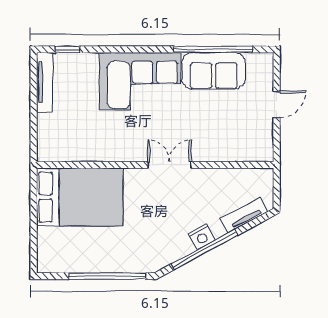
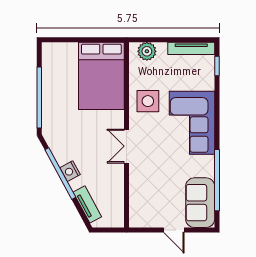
sofa: (214, 71) -> (200, 203), moved
side table: (112, 138) -> (148, 101), added
plant: (48, 139) -> (147, 51), added
double door: (169, 165) -> (127, 146), swing flipped

